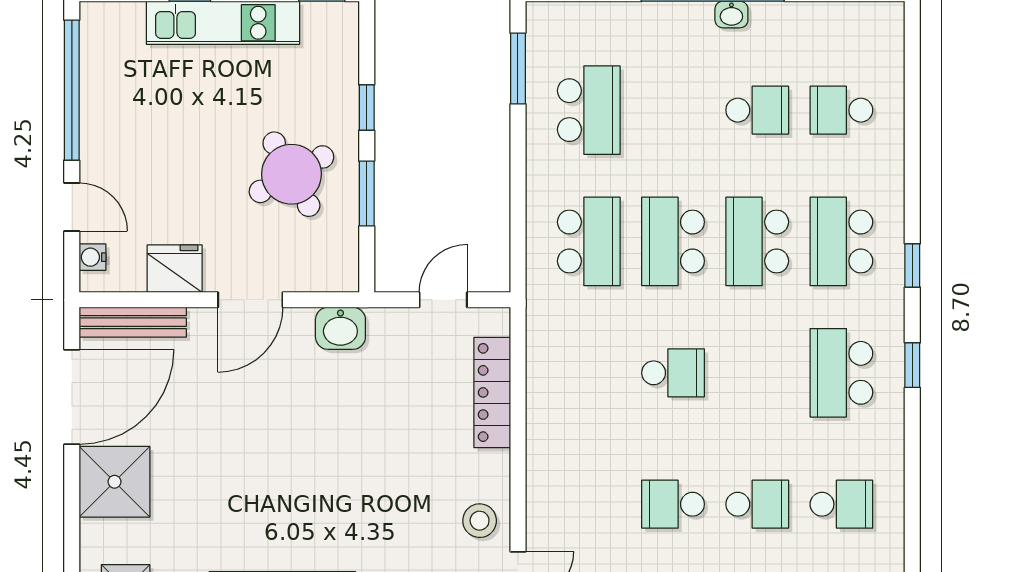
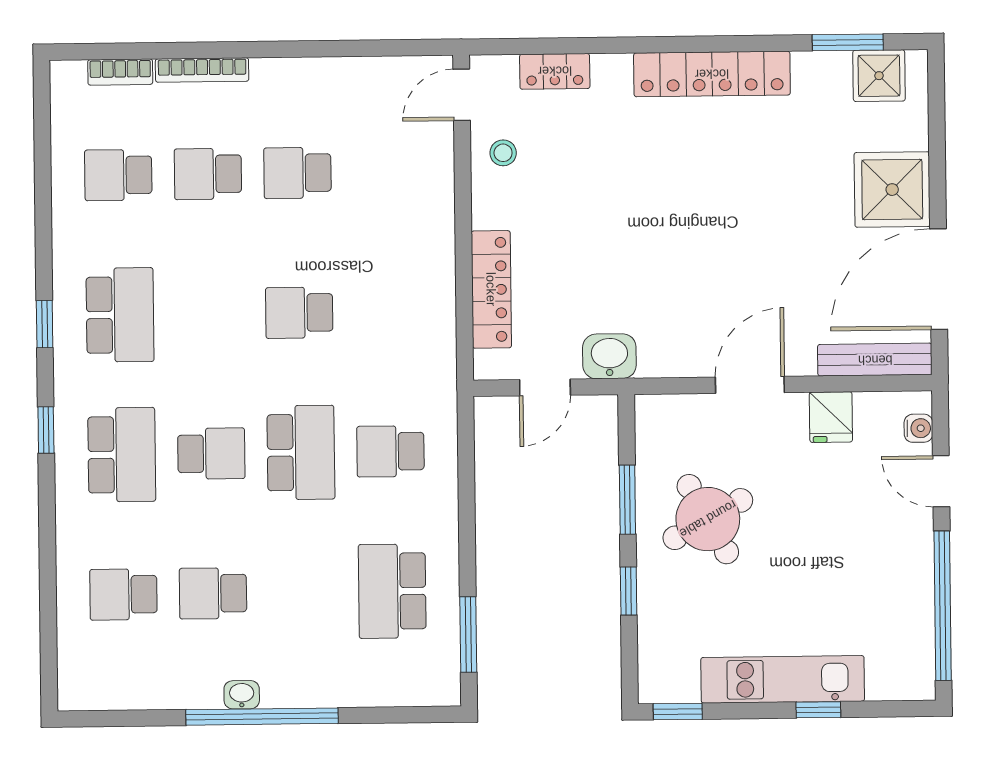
school desk: (841, 110) -> (123, 594), turned 180
school desk: (589, 241) -> (390, 451), width x0.54
school desk: (757, 241) -> (211, 454), width x0.54
fridge: (175, 269) -> (831, 417), width x0.72
washbasin: (340, 328) -> (609, 356), moved
school desk: (673, 504) -> (297, 173), turned 180
stool: (480, 521) -> (503, 153), width x0.73, depth x0.73

